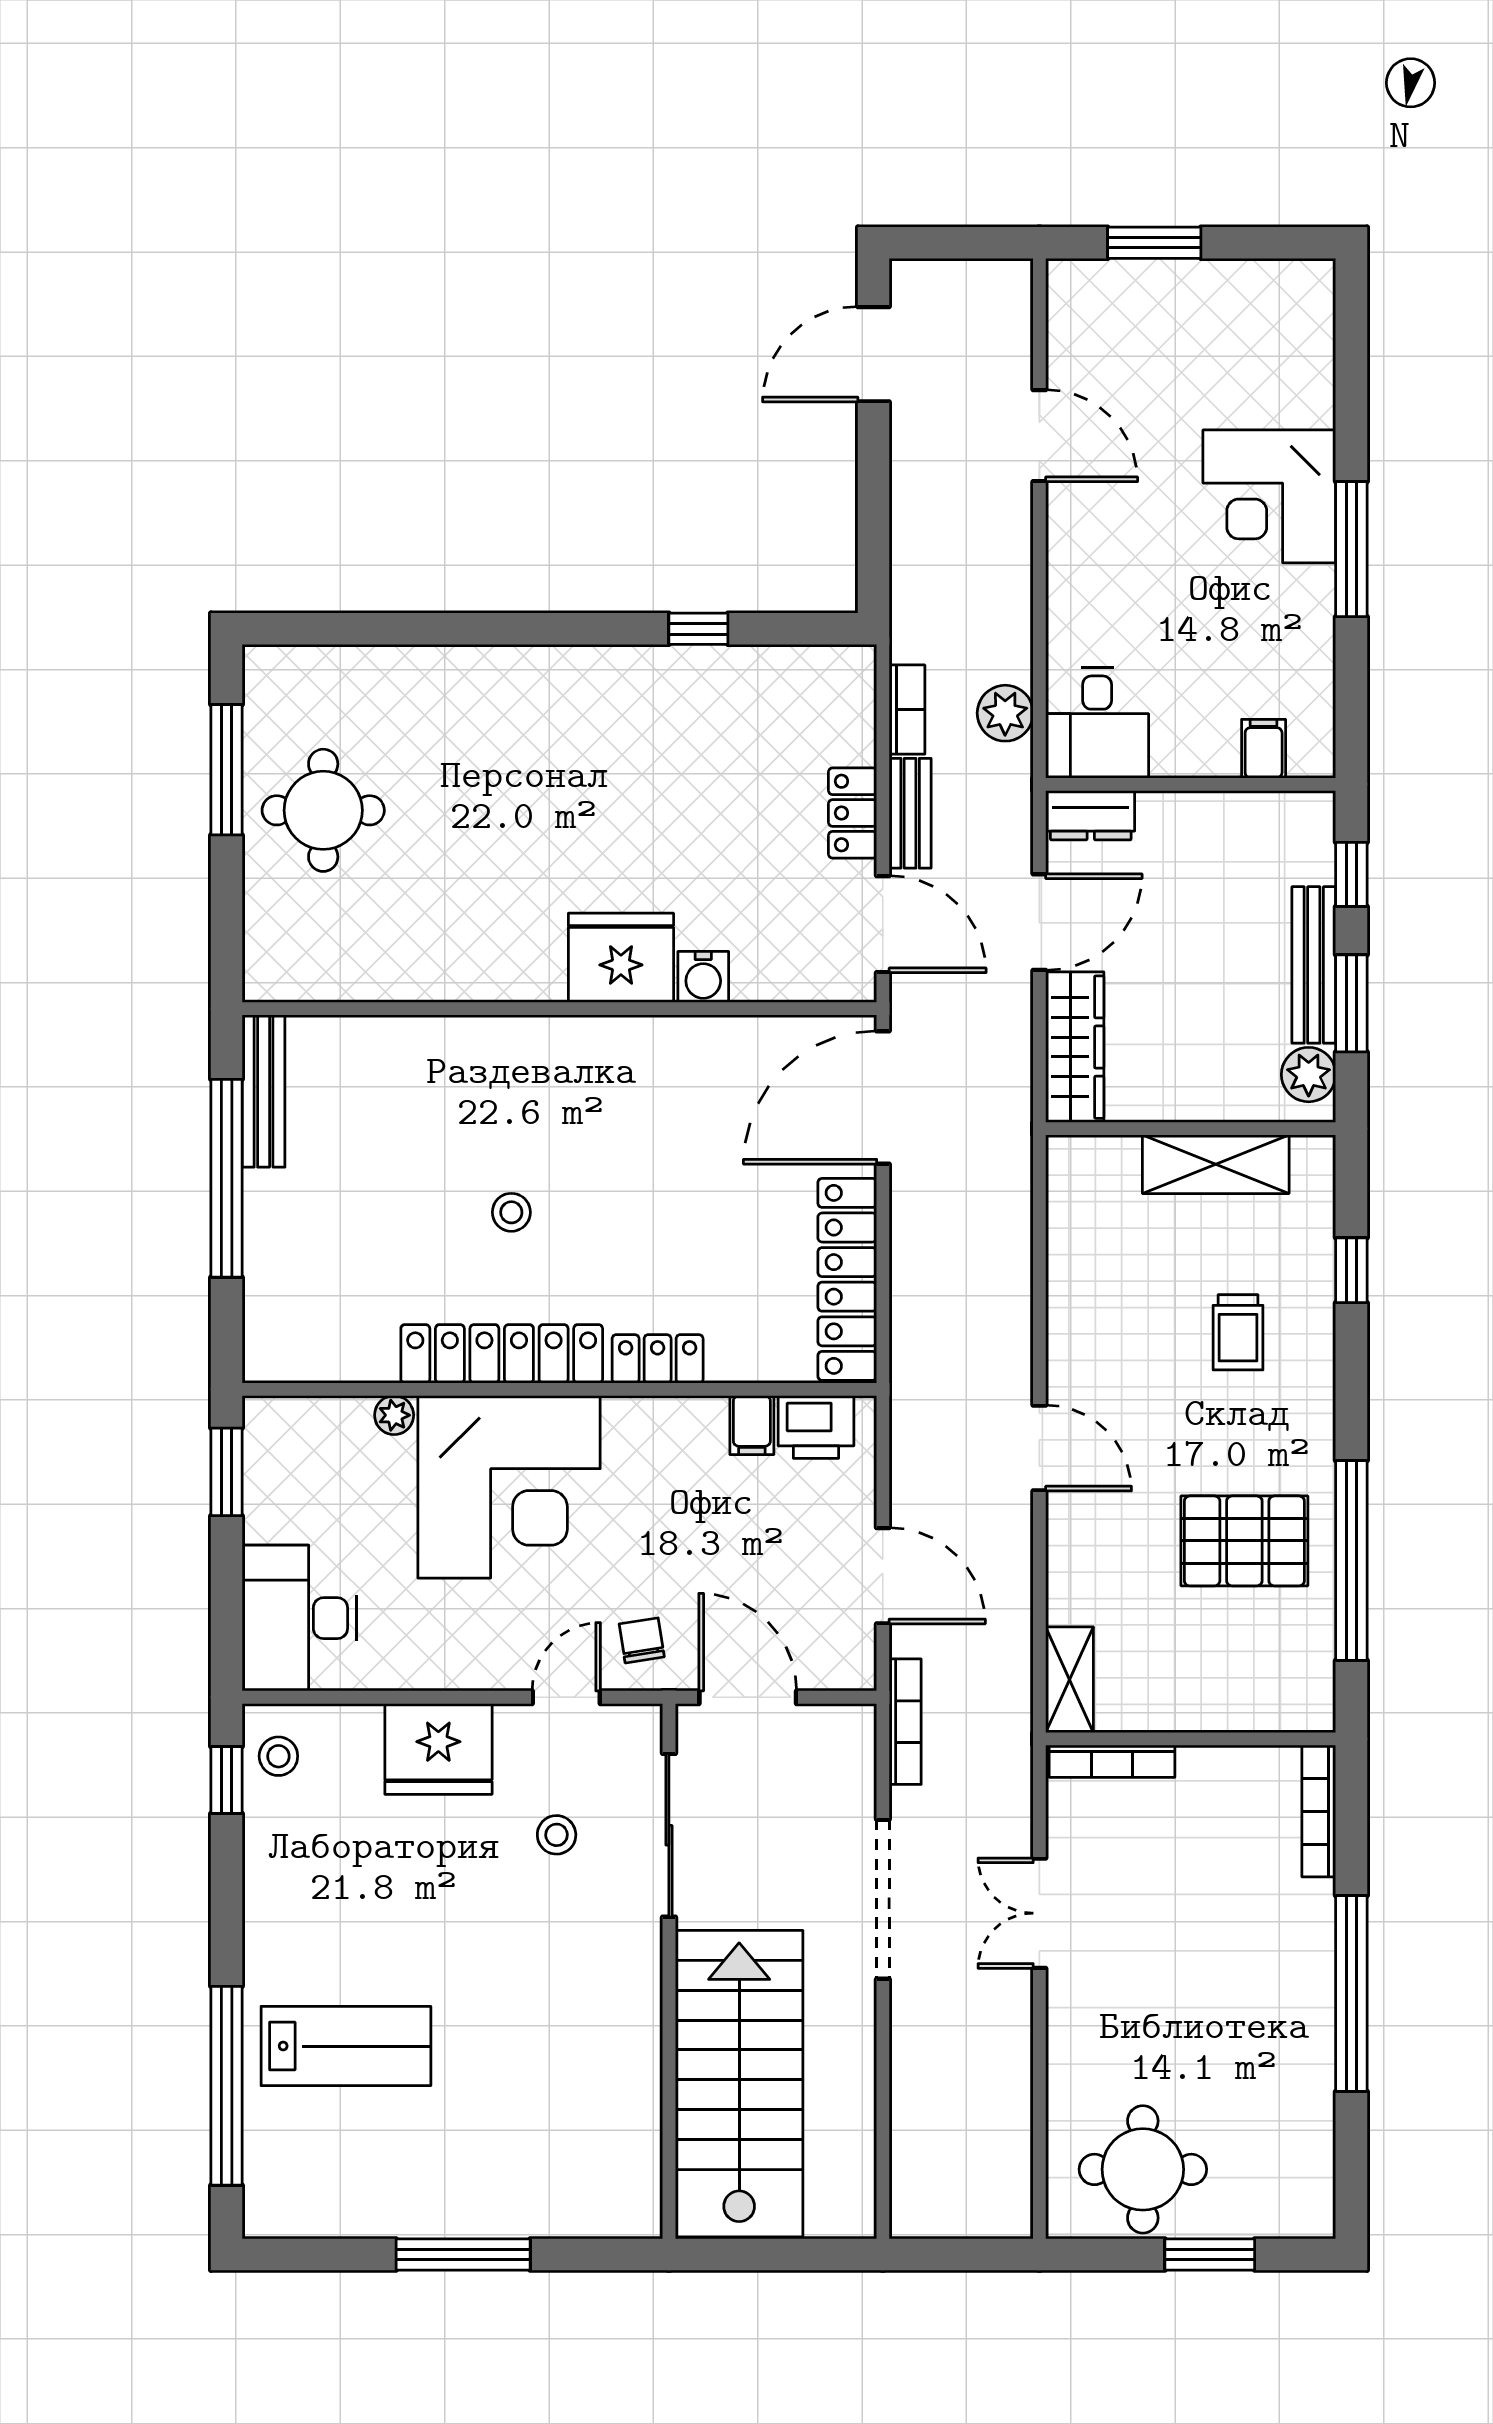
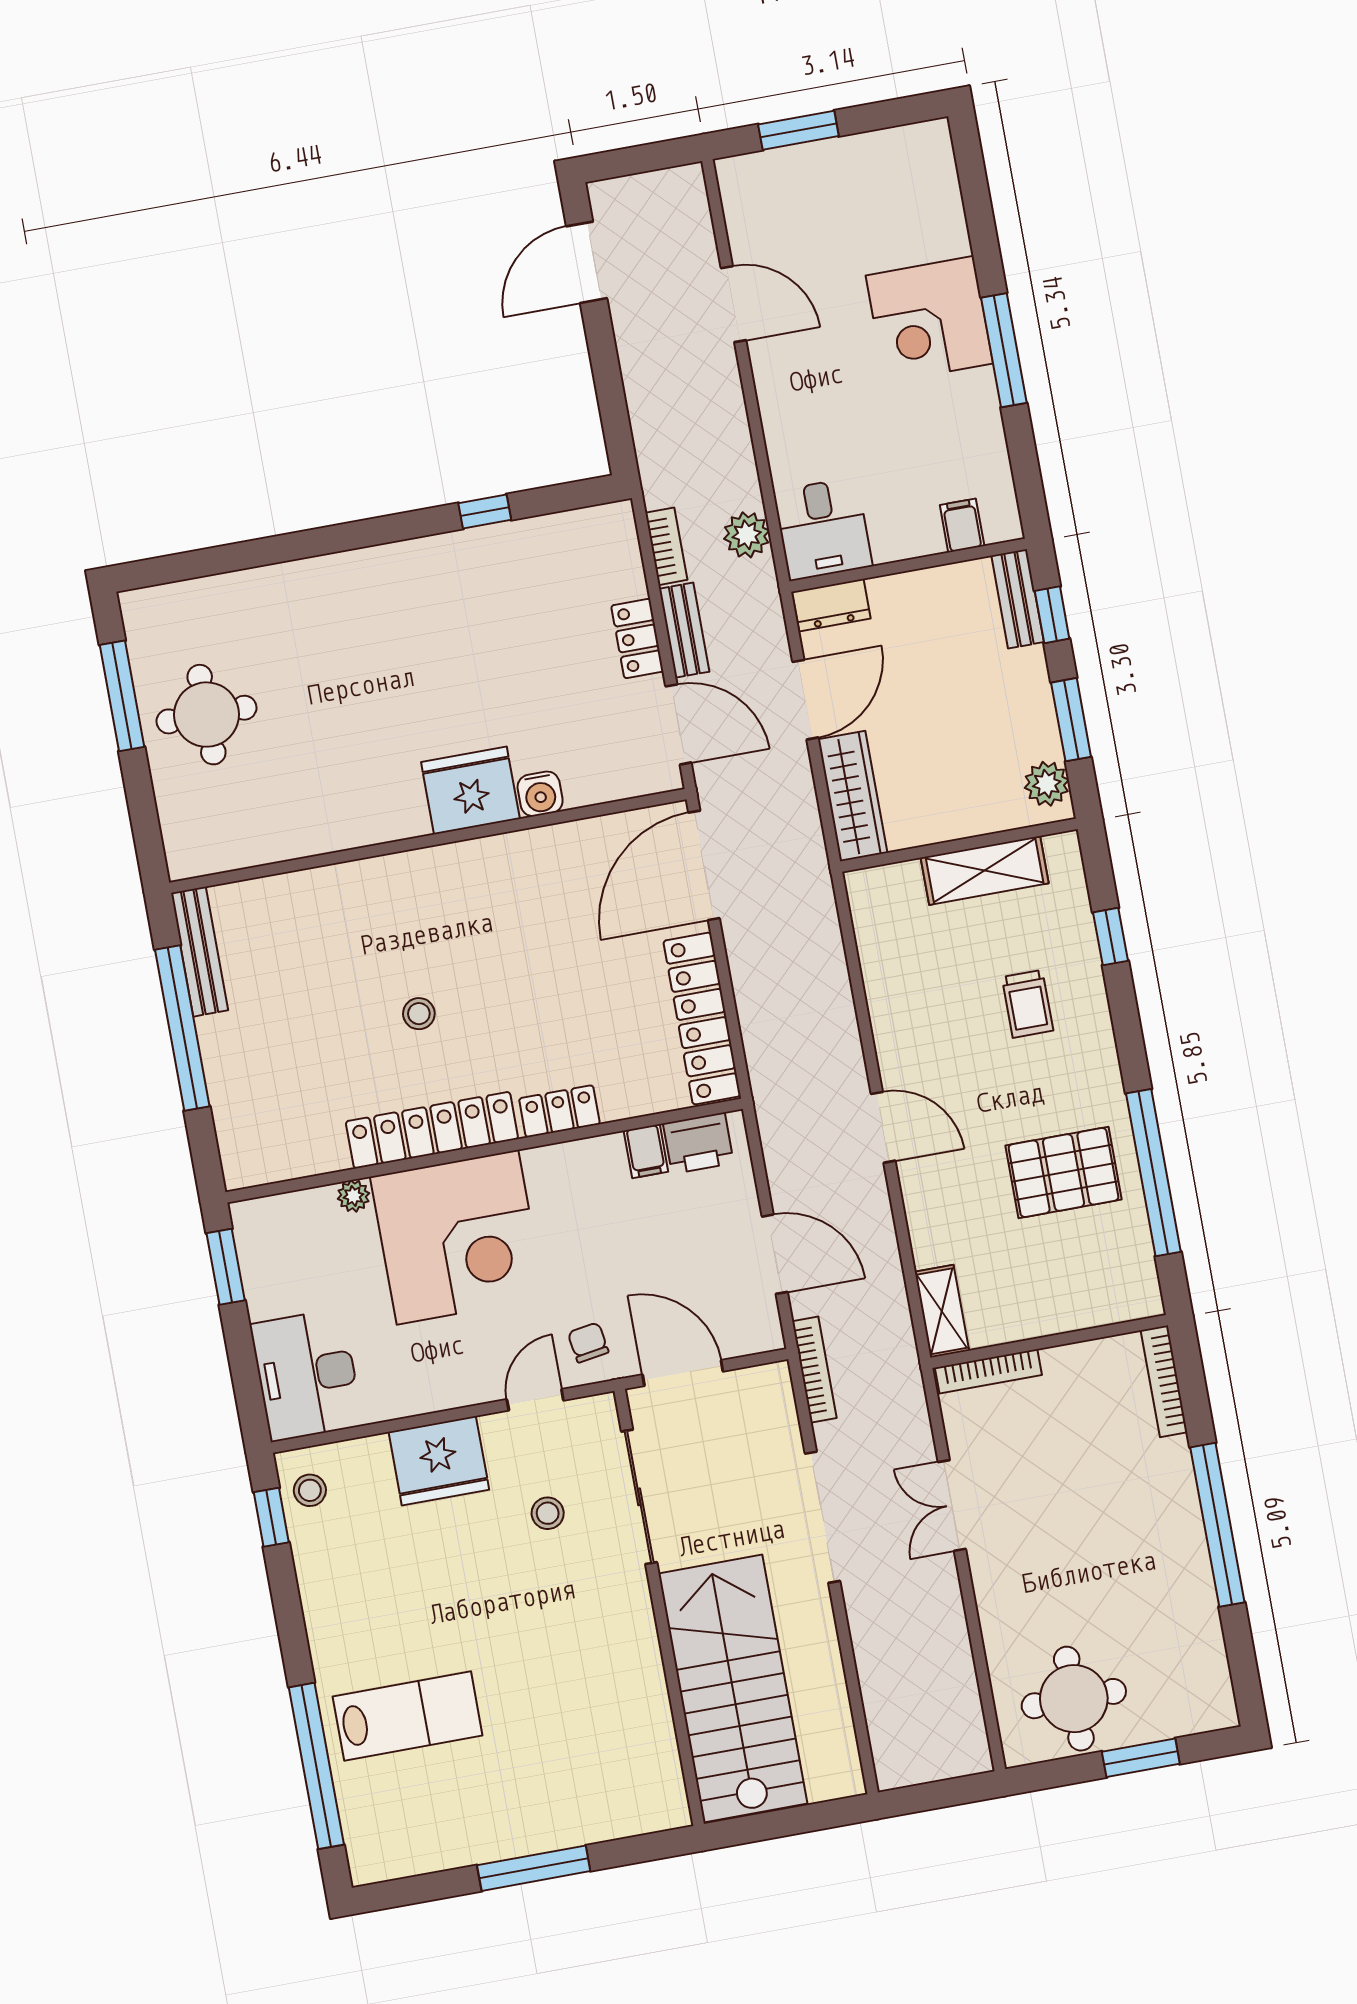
bench: (1314, 965) -> (1018, 599), moved, width x0.73

